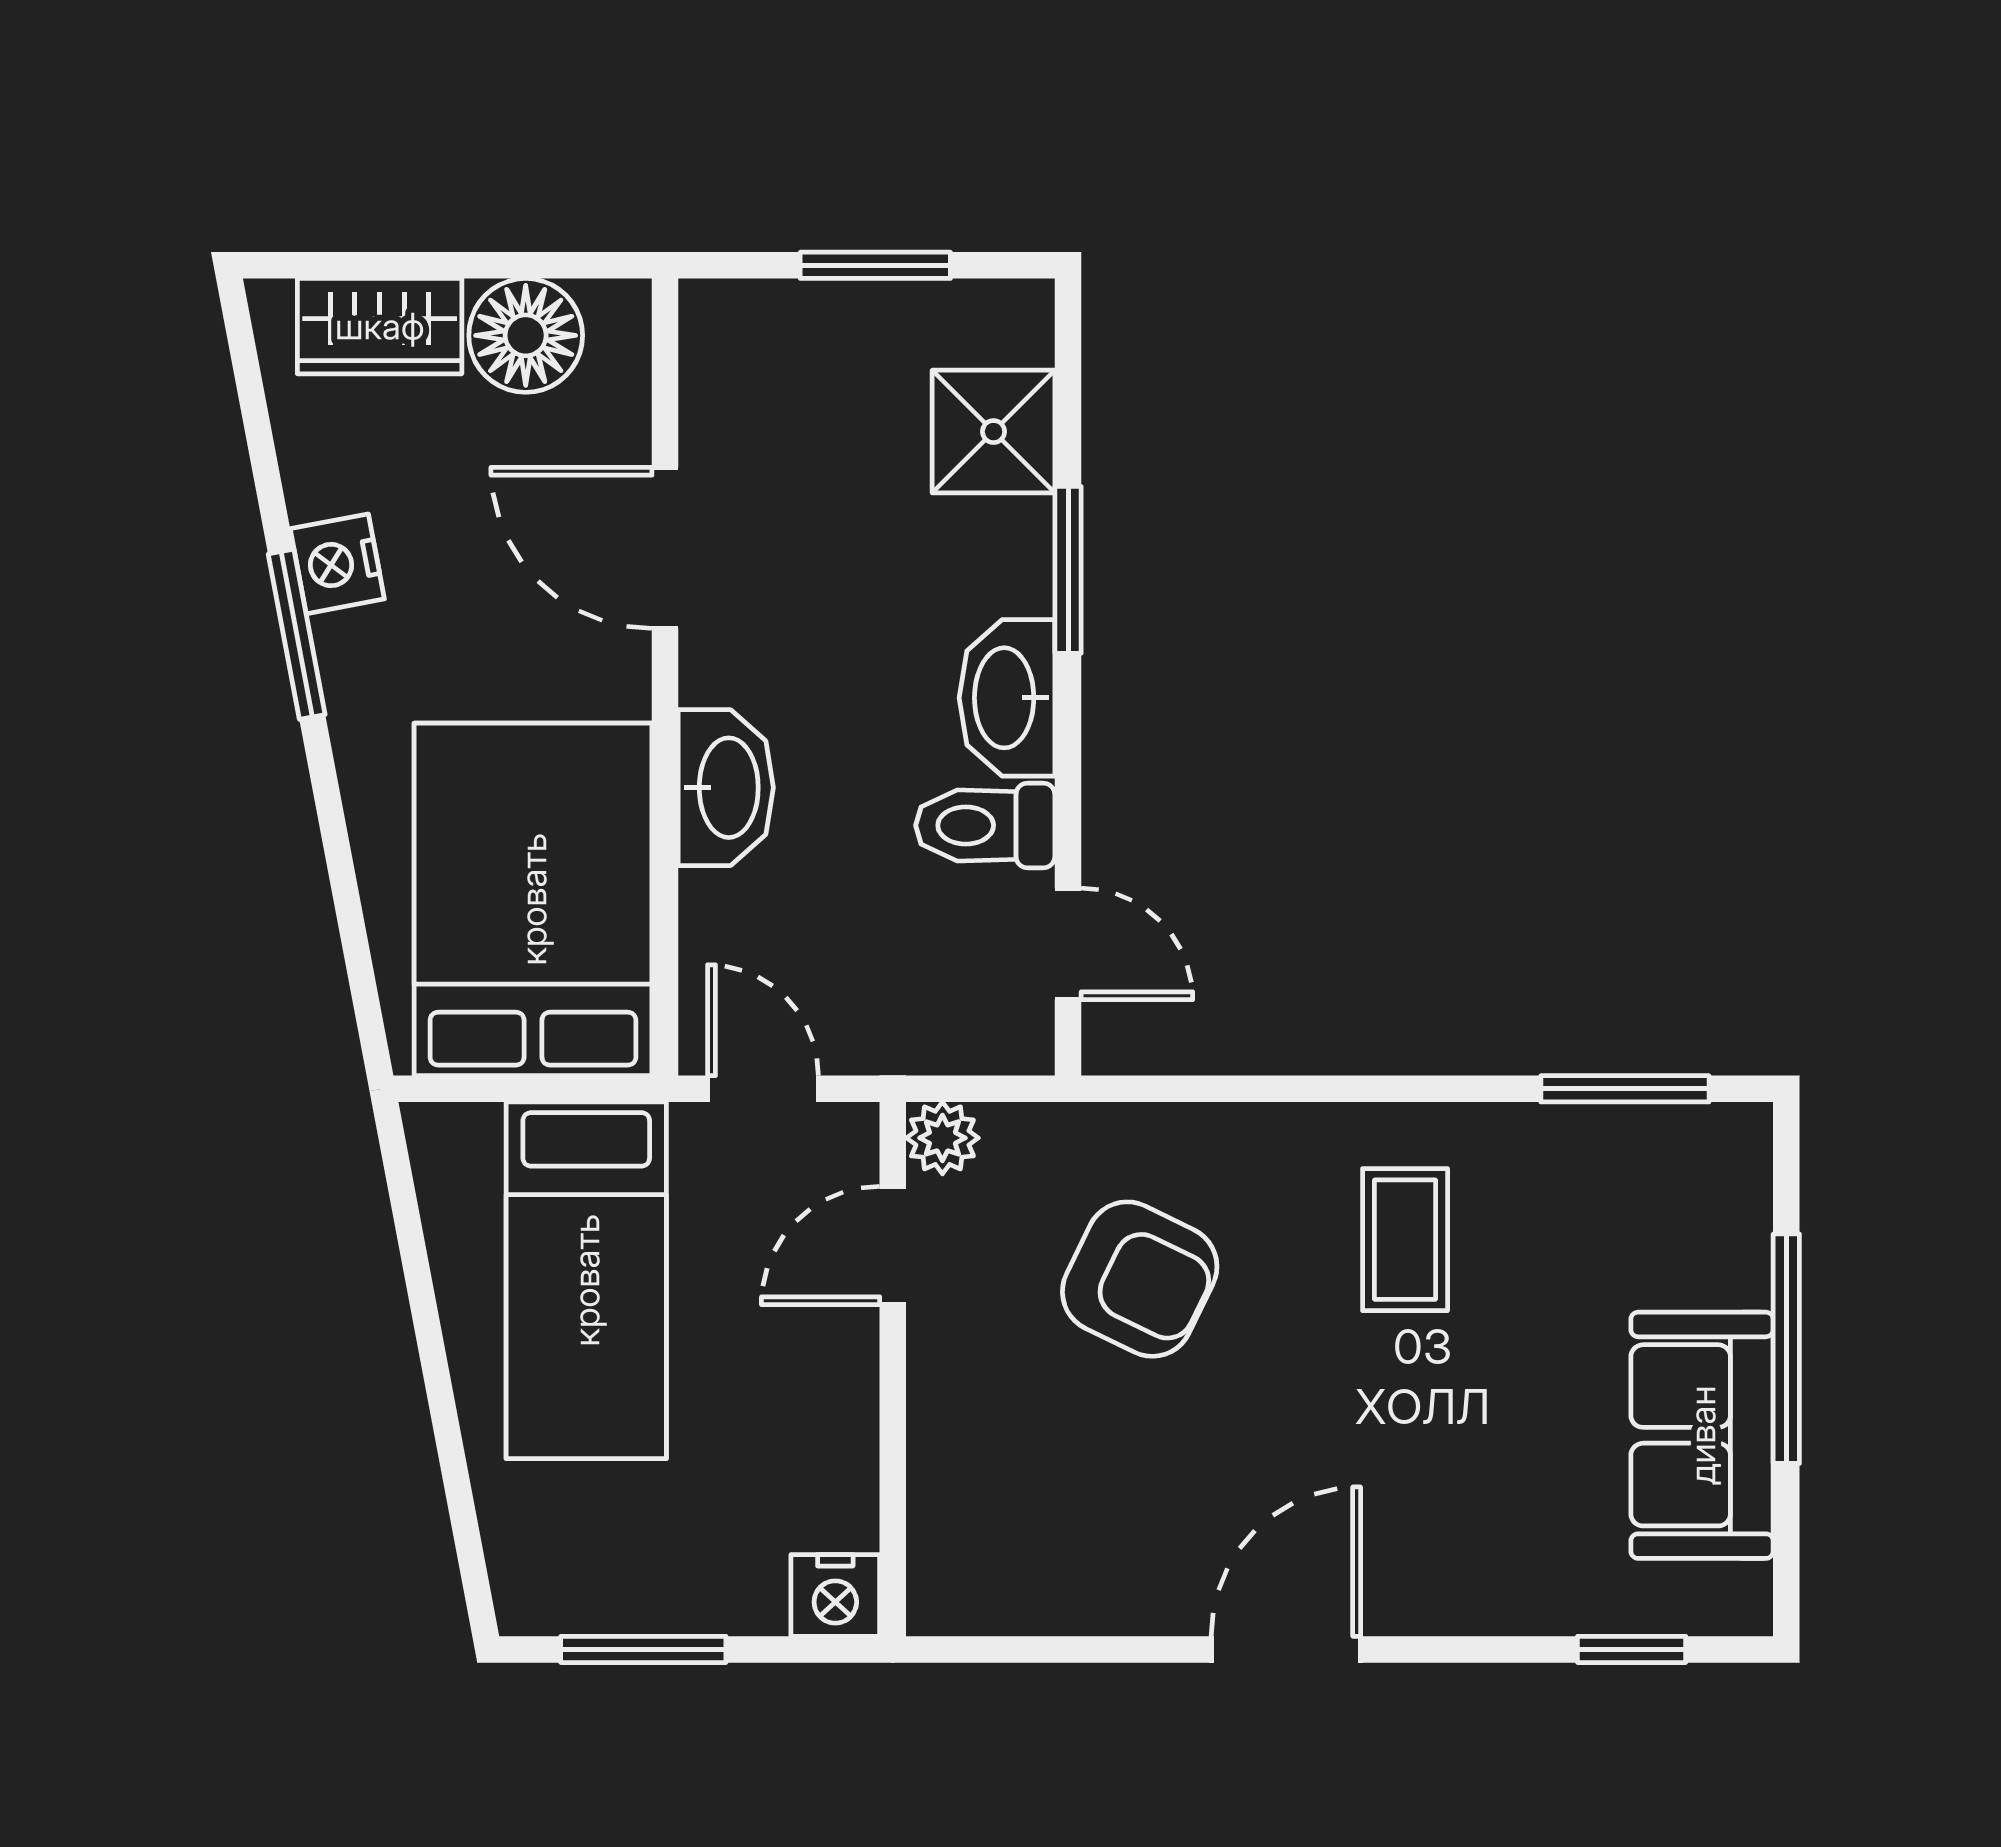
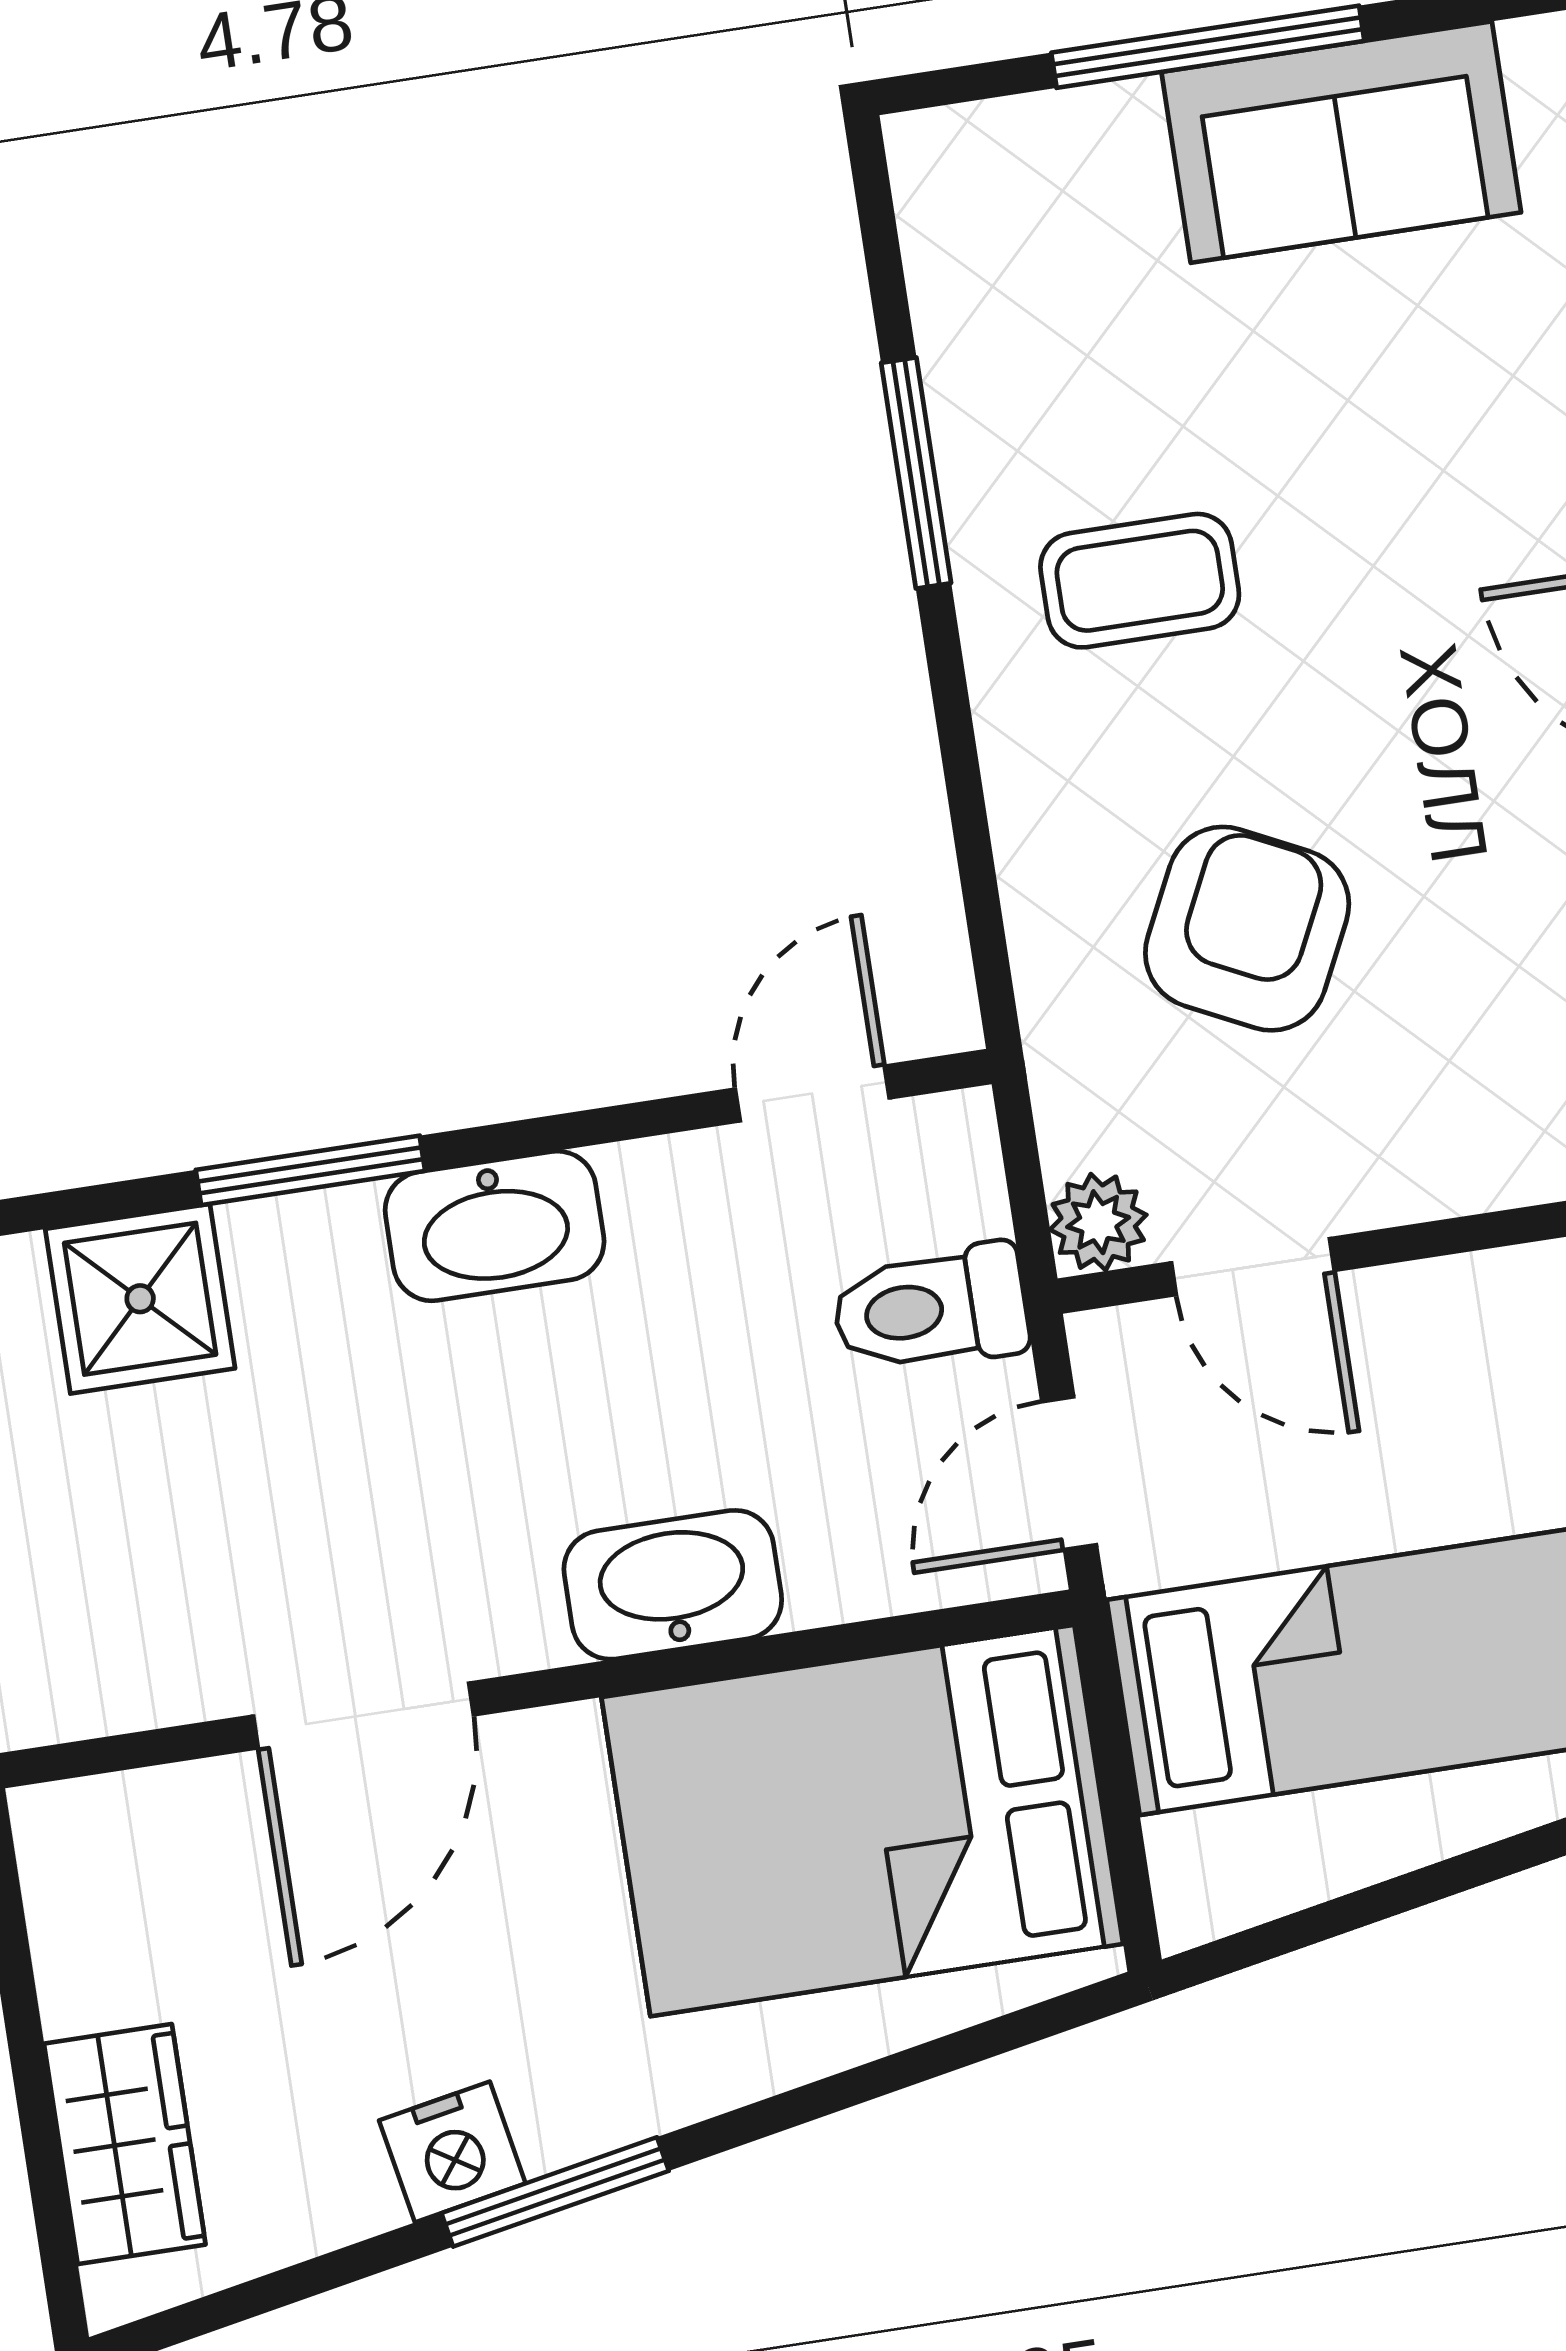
floor lamp: (526, 335) -> (107, 1946), removed
toilet: (985, 825) -> (930, 1309), moved, turned 90
window: (1625, 1089) -> (916, 473), moved

